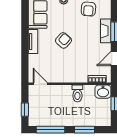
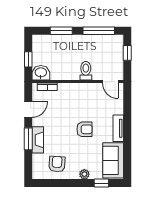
armchair: (63, 40) -> (85, 129), turned -132
toilet: (77, 93) -> (86, 71), moved

